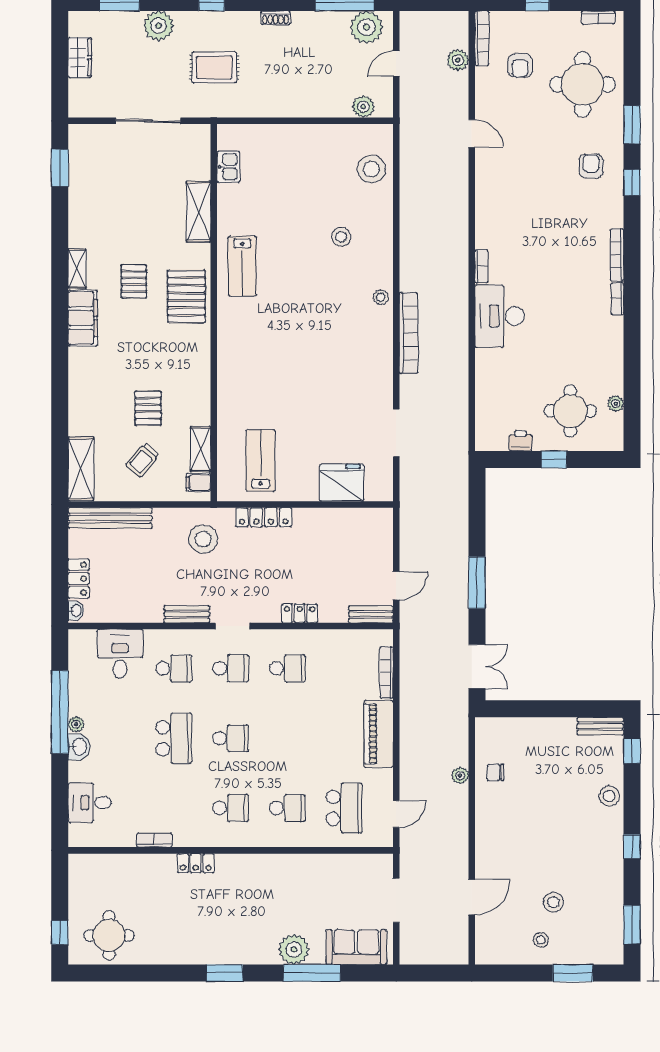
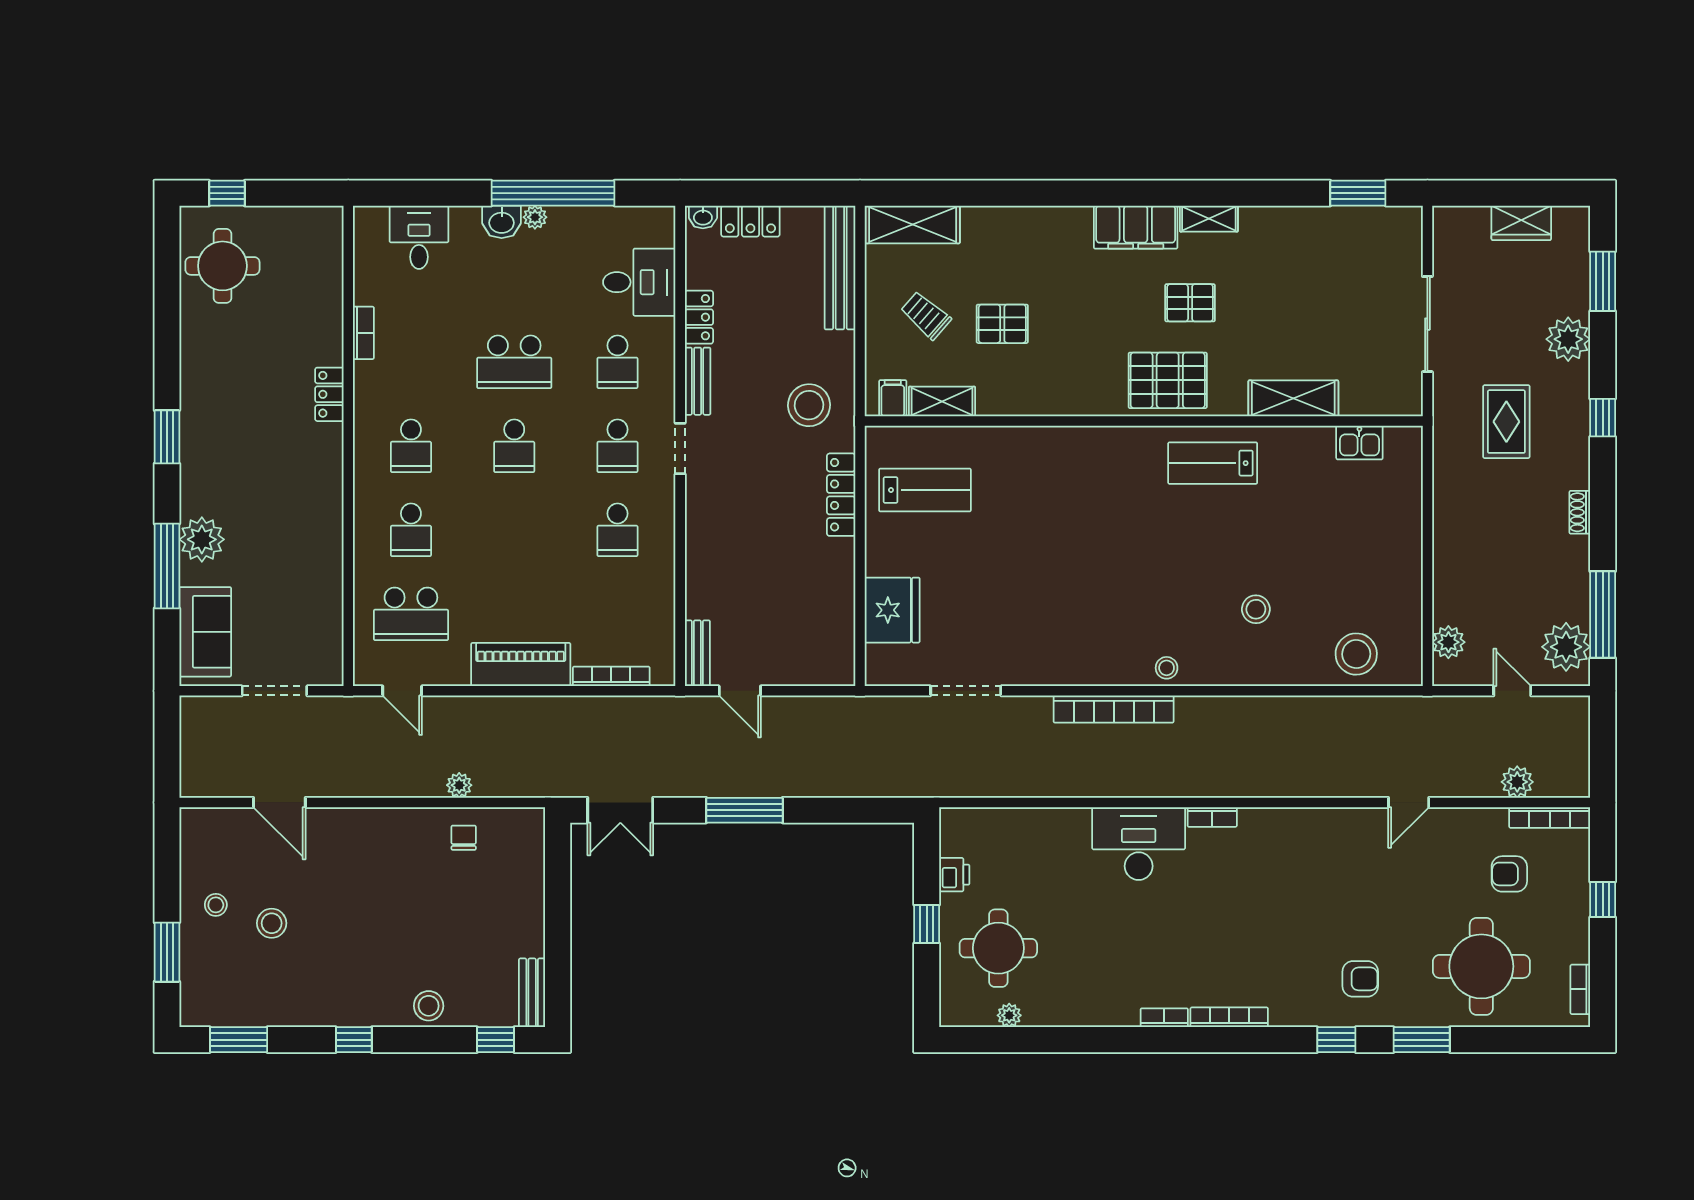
locker: (300, 613) -> (699, 317), moved

